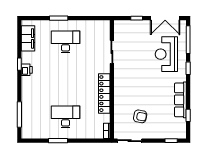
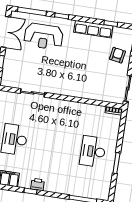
locker: (104, 94) -> (75, 107), removed
armchair: (140, 116) -> (117, 55), moved

